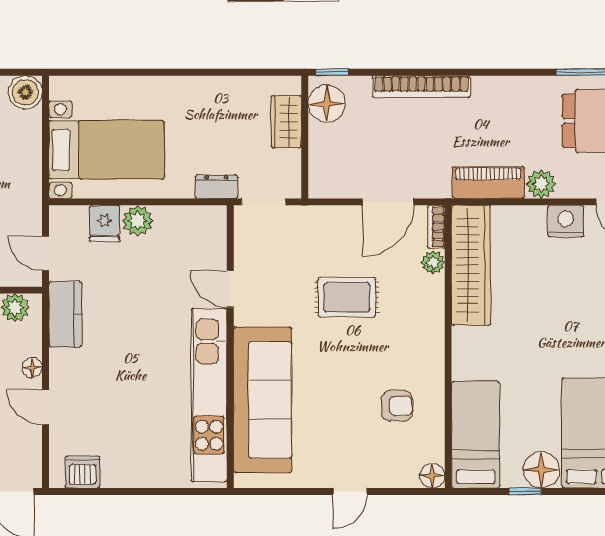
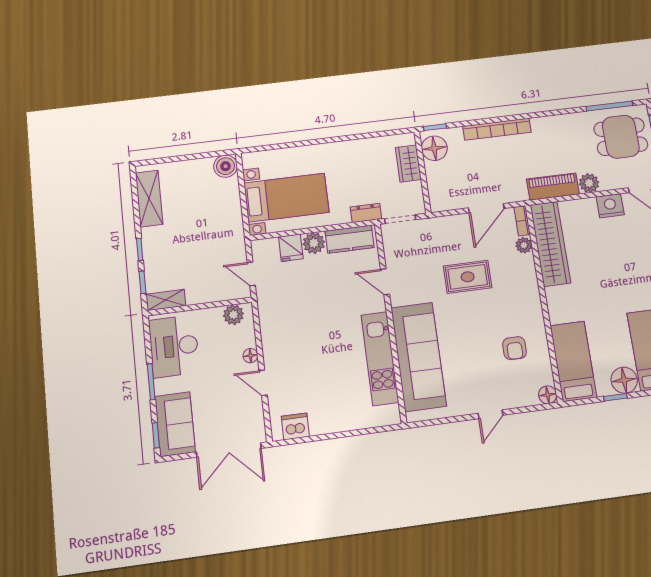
kitchen counter: (65, 314) -> (350, 239), moved, turned 90
kitchen unit: (209, 395) -> (380, 358), width x0.73
armchair: (397, 406) -> (515, 348), turned 90

